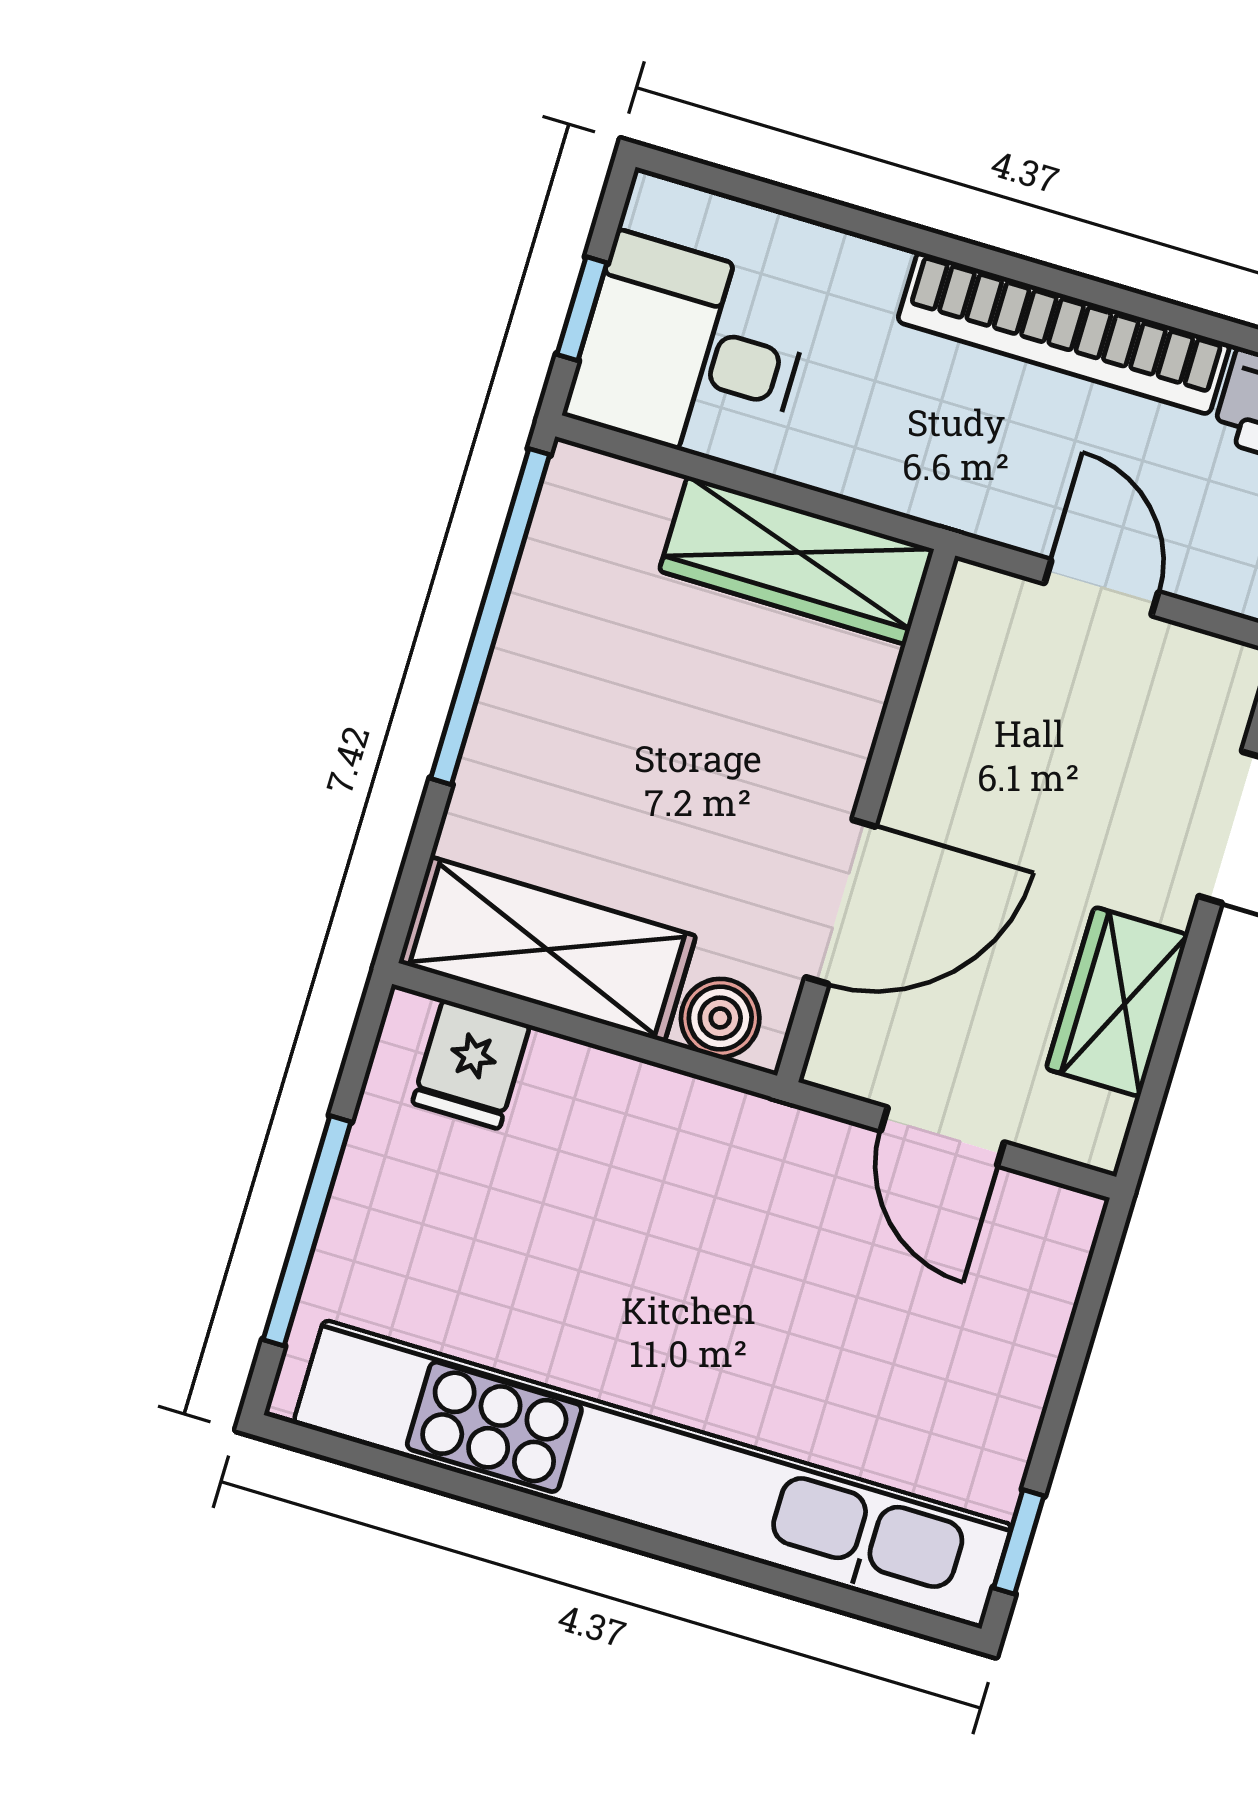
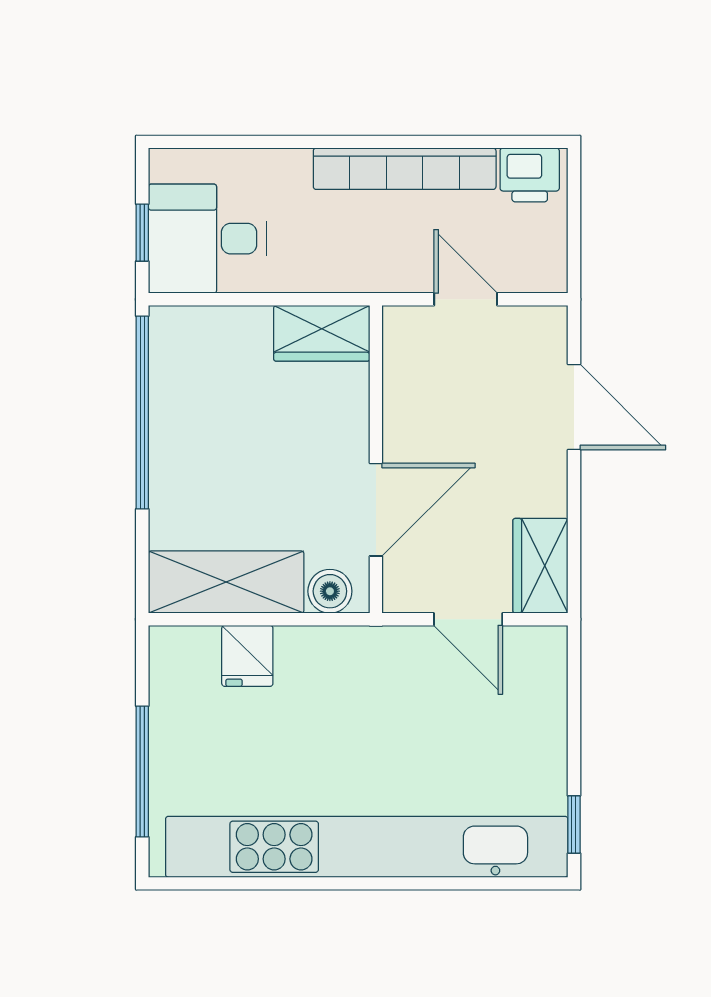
wardrobe: (797, 560) -> (322, 333), width x0.67
wardrobe: (1117, 1002) -> (540, 566), moved
fridge: (471, 1064) -> (247, 656), moved

